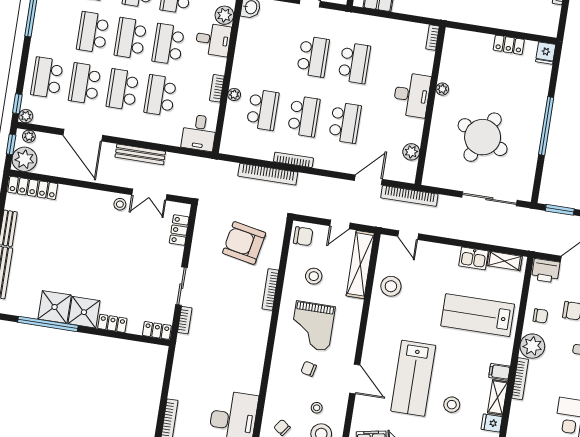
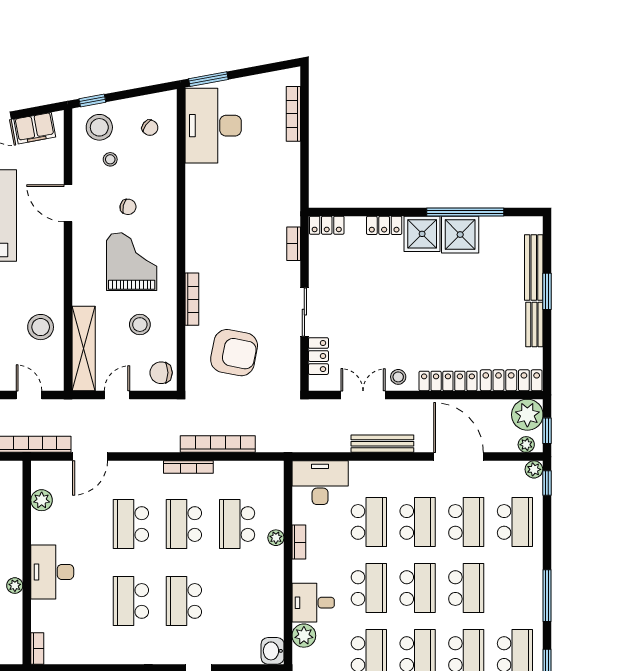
desk: (199, 133) -> (320, 483), width x1.37
locker: (82, 195) -> (448, 381), added
sliding door: (181, 286) -> (304, 312), moved

